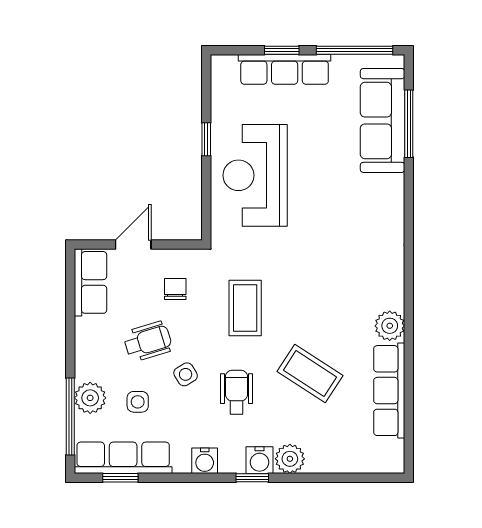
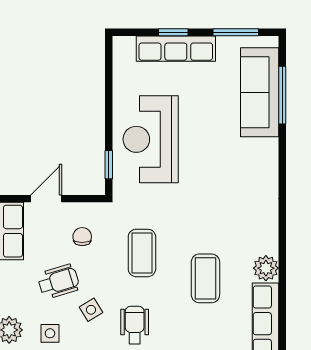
window: (355, 50) -> (236, 32), width x0.69
window: (206, 139) -> (109, 165), moved
coffee table: (310, 374) -> (205, 278), moved, turned 57

